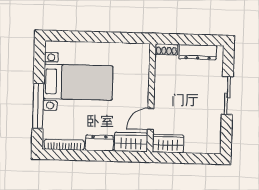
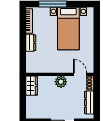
plant: (163, 97) -> (61, 82), added
door: (151, 119) -> (80, 74), moved
wardrobe: (131, 142) -> (32, 62), removed

